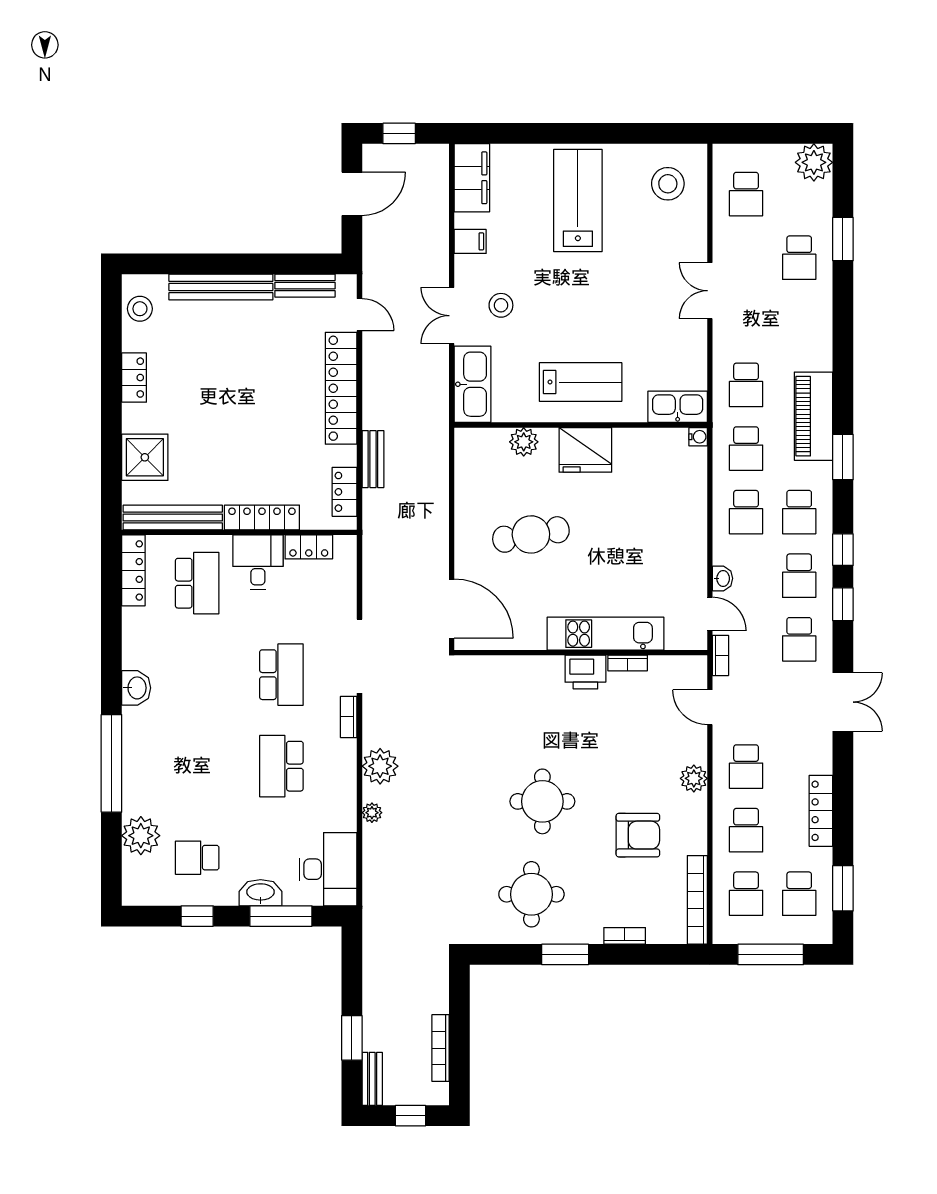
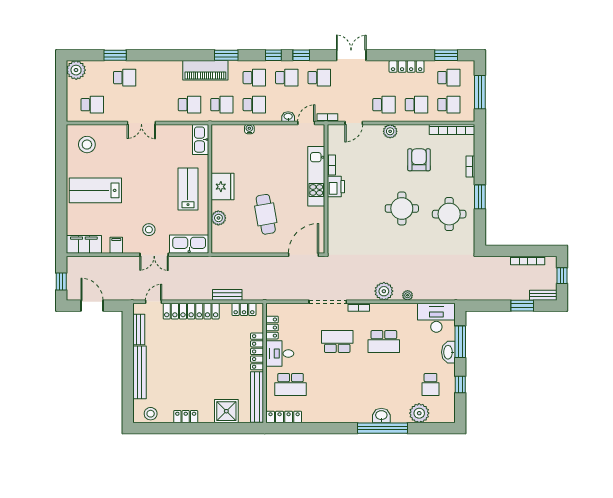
water cooler: (698, 437) -> (249, 129), moved
school desk: (197, 583) -> (291, 384), turned 180
washbasin: (136, 688) -> (381, 416), moved

